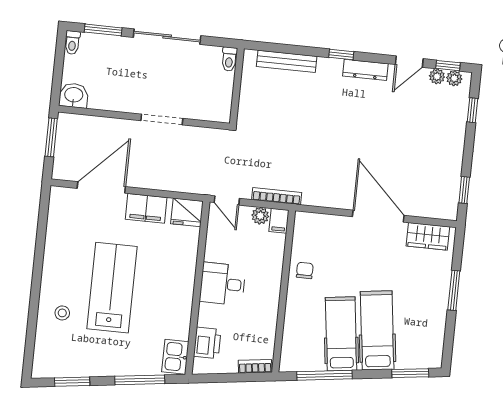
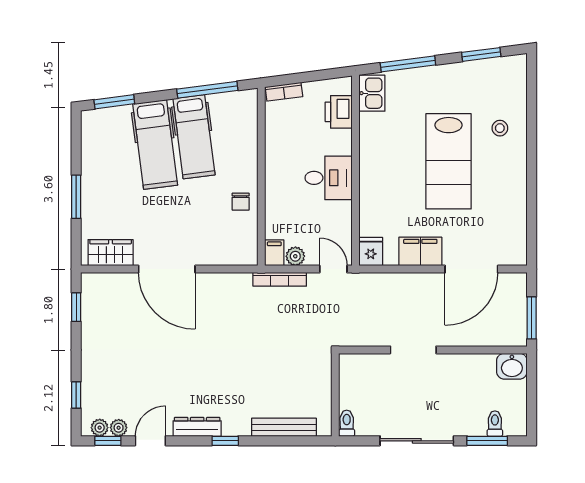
toilet: (72, 43) -> (495, 424), moved
fridge: (187, 212) -> (371, 252), width x0.72

